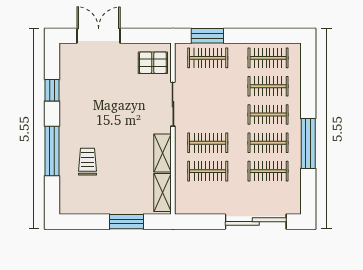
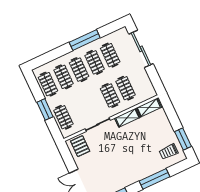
window: (207, 36) -> (45, 109), moved
trolley: (88, 162) -> (169, 152), moved
window: (126, 222) -> (183, 139), moved

